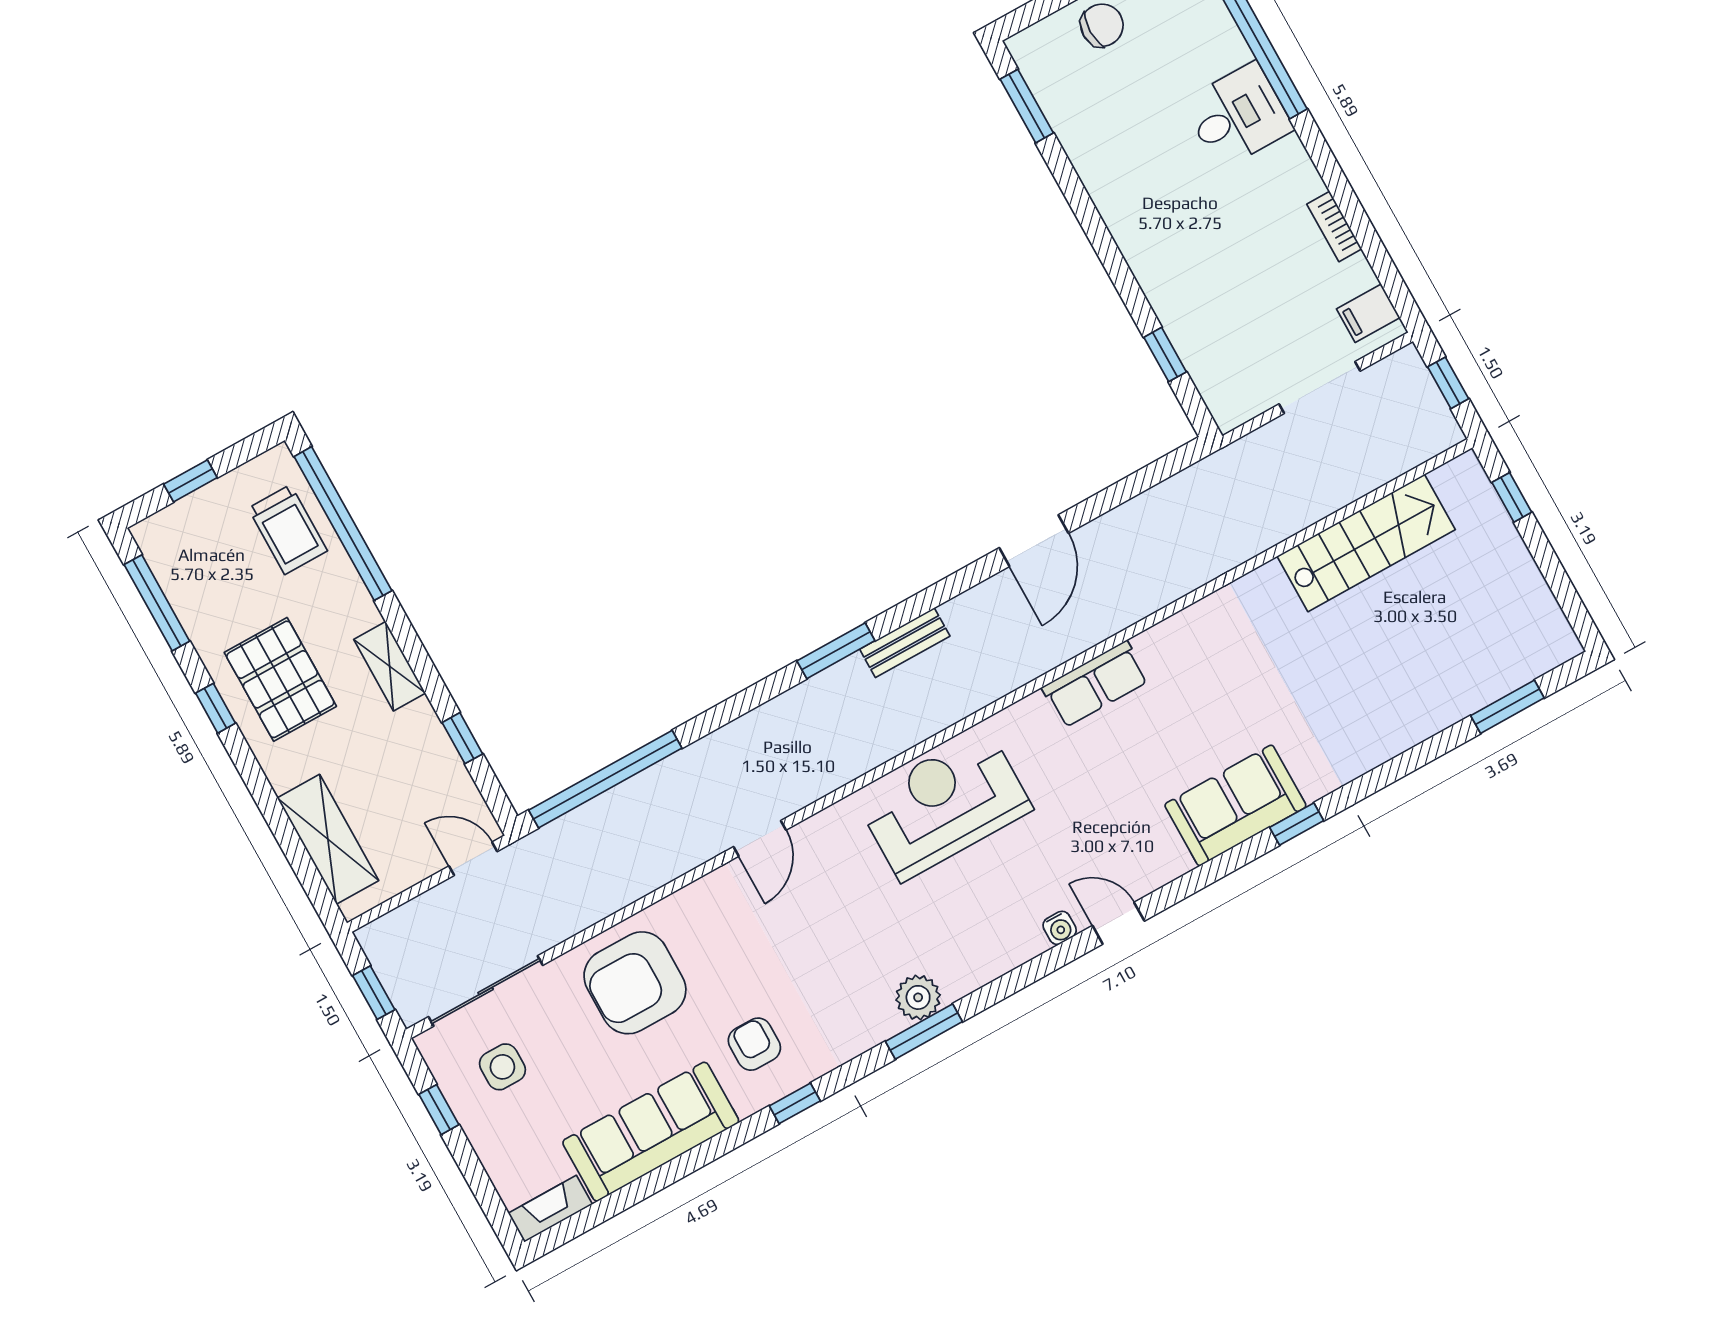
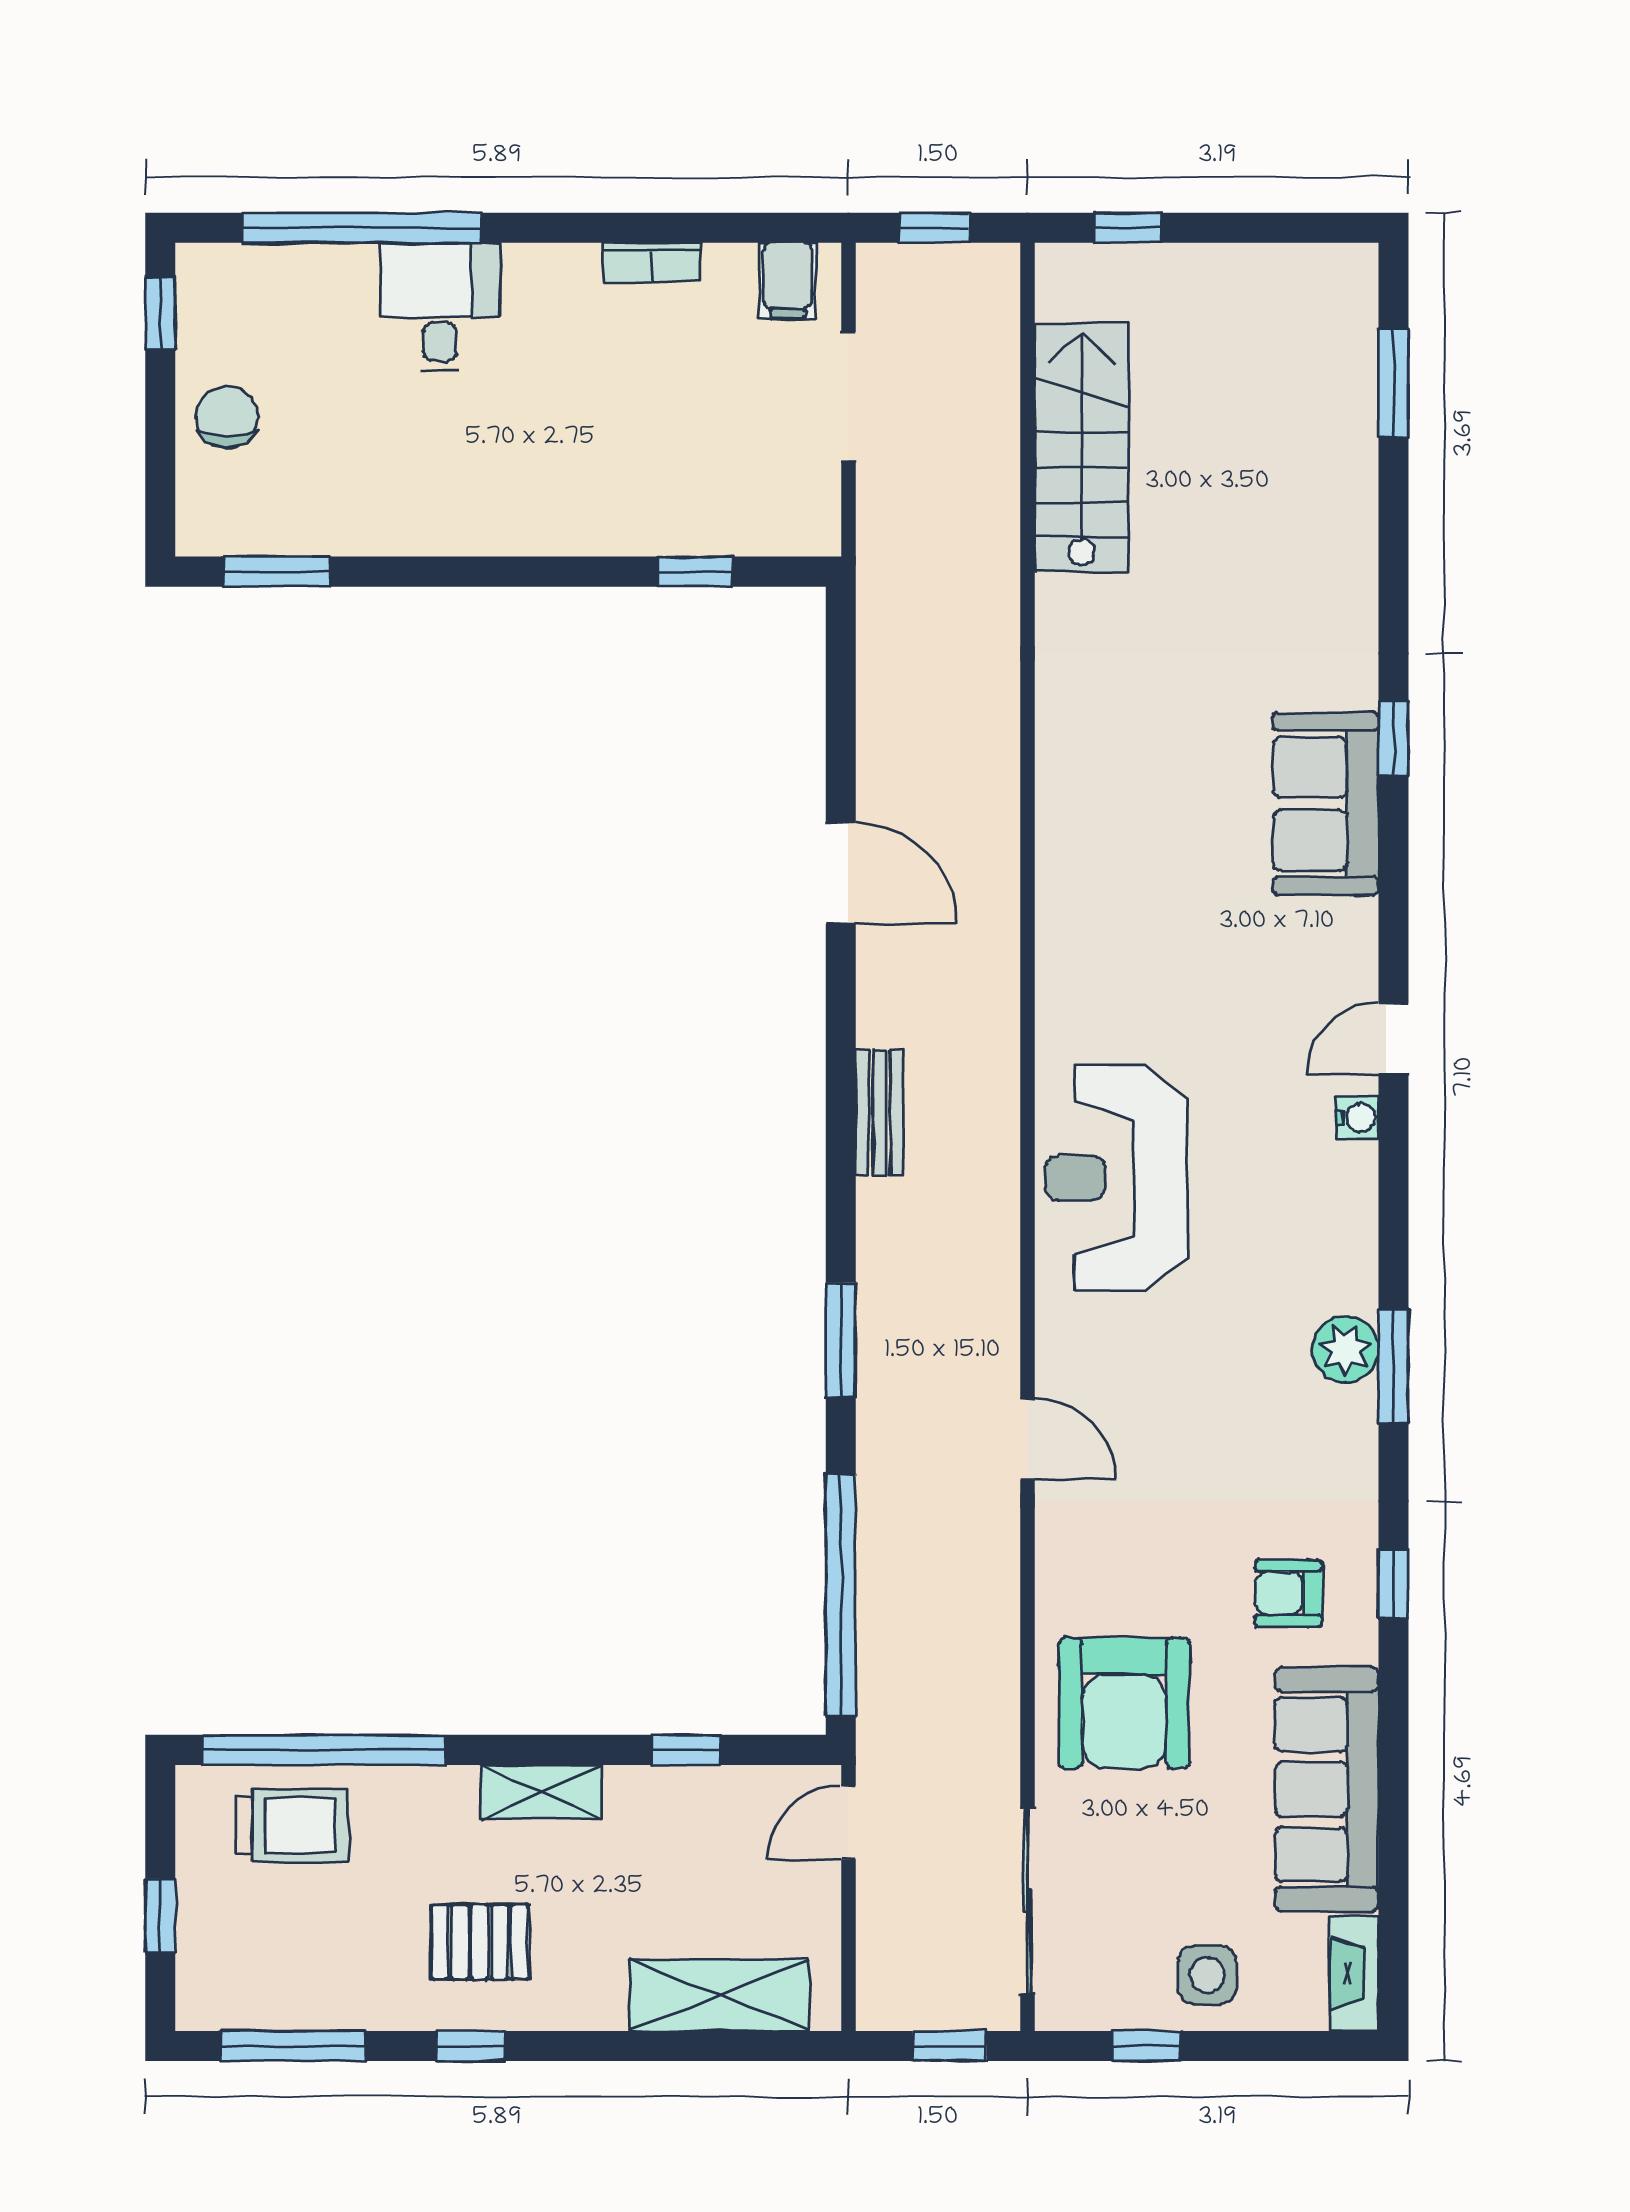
window: (836, 651) -> (841, 1340), moved
pallet: (280, 679) -> (480, 1942), width x0.67, depth x0.71
row of seats: (1095, 684) -> (1069, 897), removed
side table: (502, 1067) -> (1207, 1975), moved

